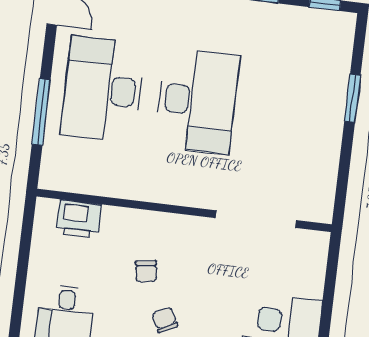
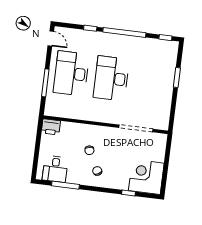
desk: (197, 101) -> (111, 78), turned 180
printer: (79, 219) -> (51, 127), moved

